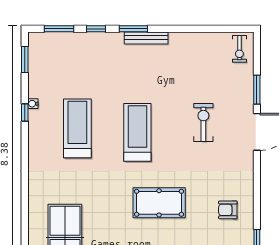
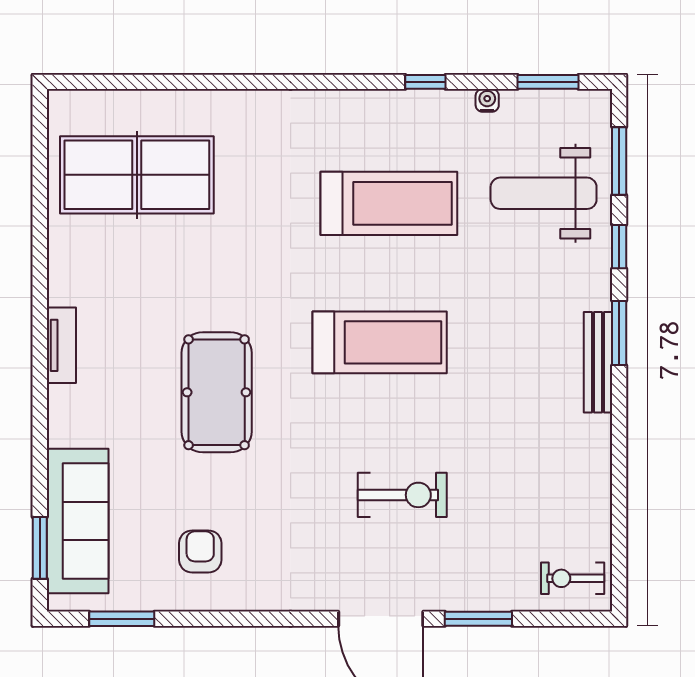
weight bench: (73, 61) -> (544, 193), added
water cooler: (33, 104) -> (487, 100), moved

